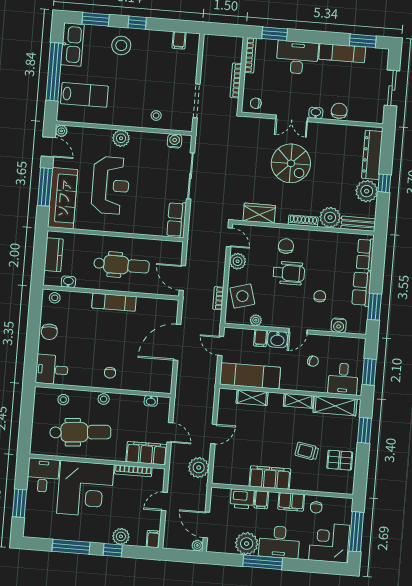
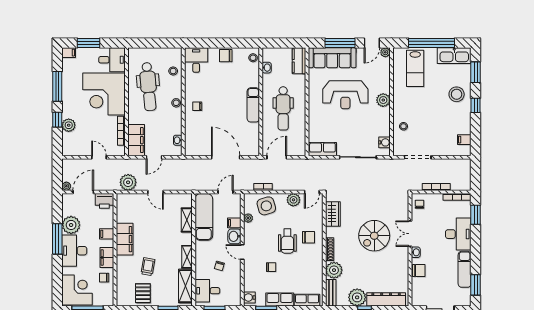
kitchen counter: (54, 255) -> (299, 61), moved, turned 90
water cooler: (339, 325) -> (249, 297), moved
printer: (242, 499) -> (104, 201), moved, turned -90
filing cabinet: (153, 539) -> (69, 53), moved

